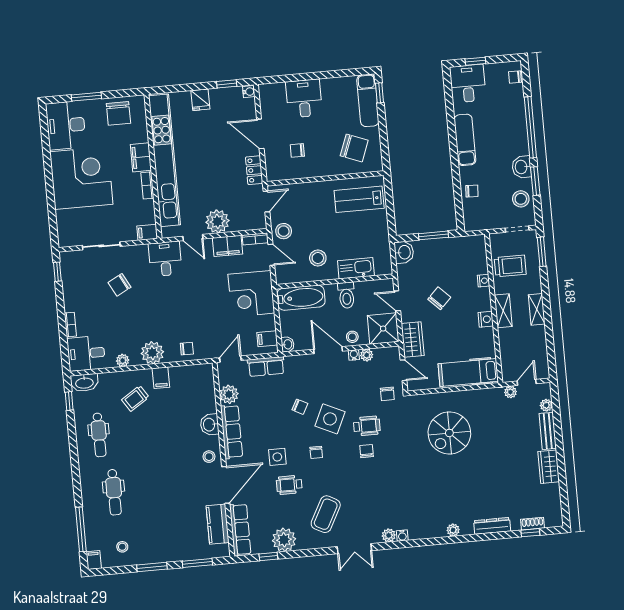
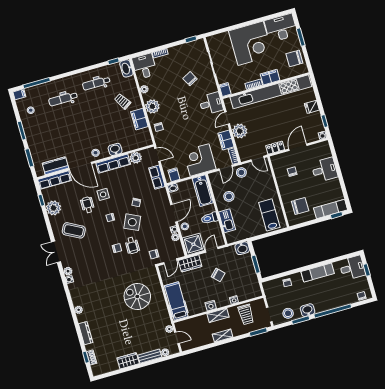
chair: (354, 148) -> (300, 206), turned -111
filing cabinet: (161, 378) -> (139, 119), width x2.00

